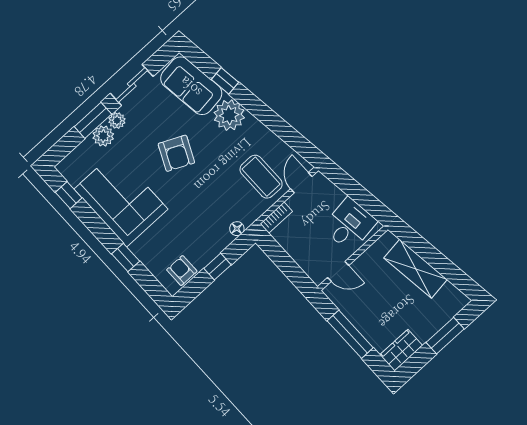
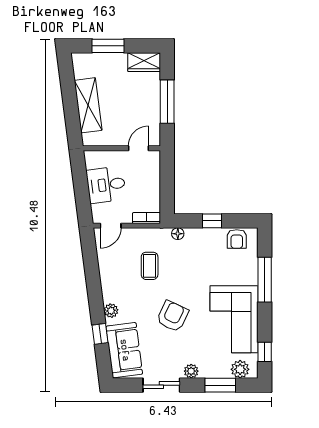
plant: (229, 115) -> (111, 311), width x0.53, depth x0.53
window: (93, 120) -> (220, 385), moved
plant: (103, 136) -> (240, 369), moved
coffee table: (261, 177) -> (150, 266), moved, width x0.73, depth x0.77
desk: (349, 225) -> (106, 185), moved
window: (126, 258) -> (265, 280), width x2.17
door: (338, 271) -> (139, 148), hinge flipped

